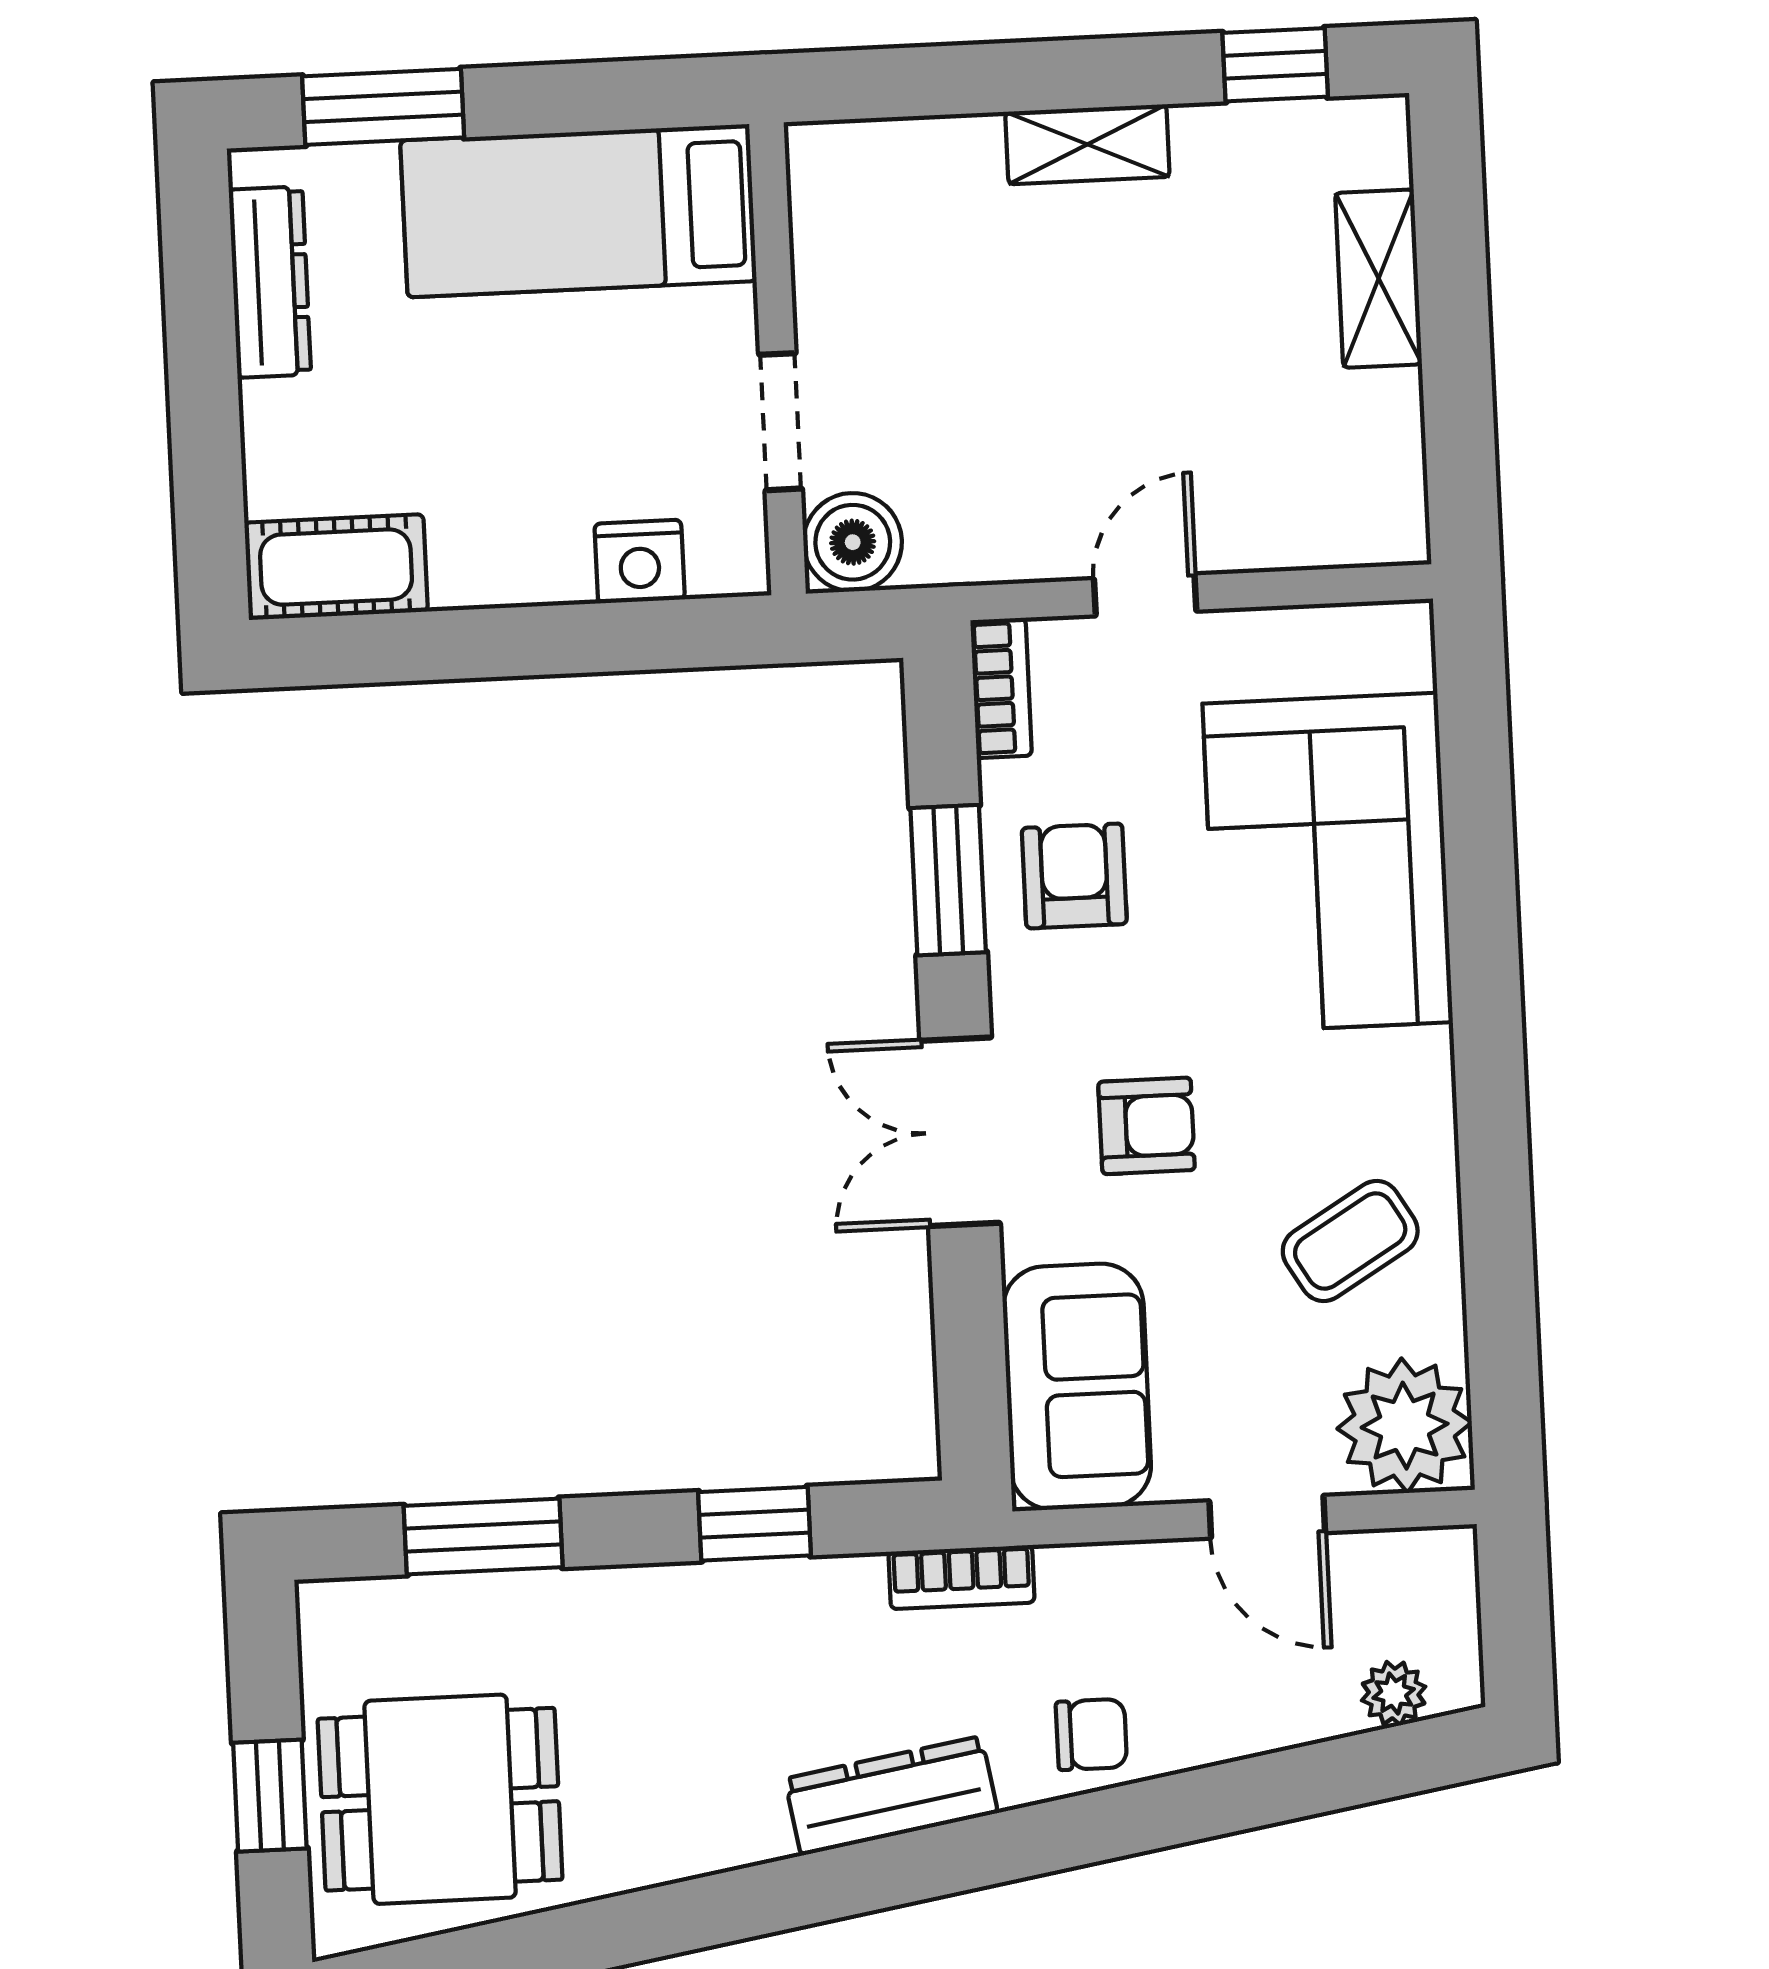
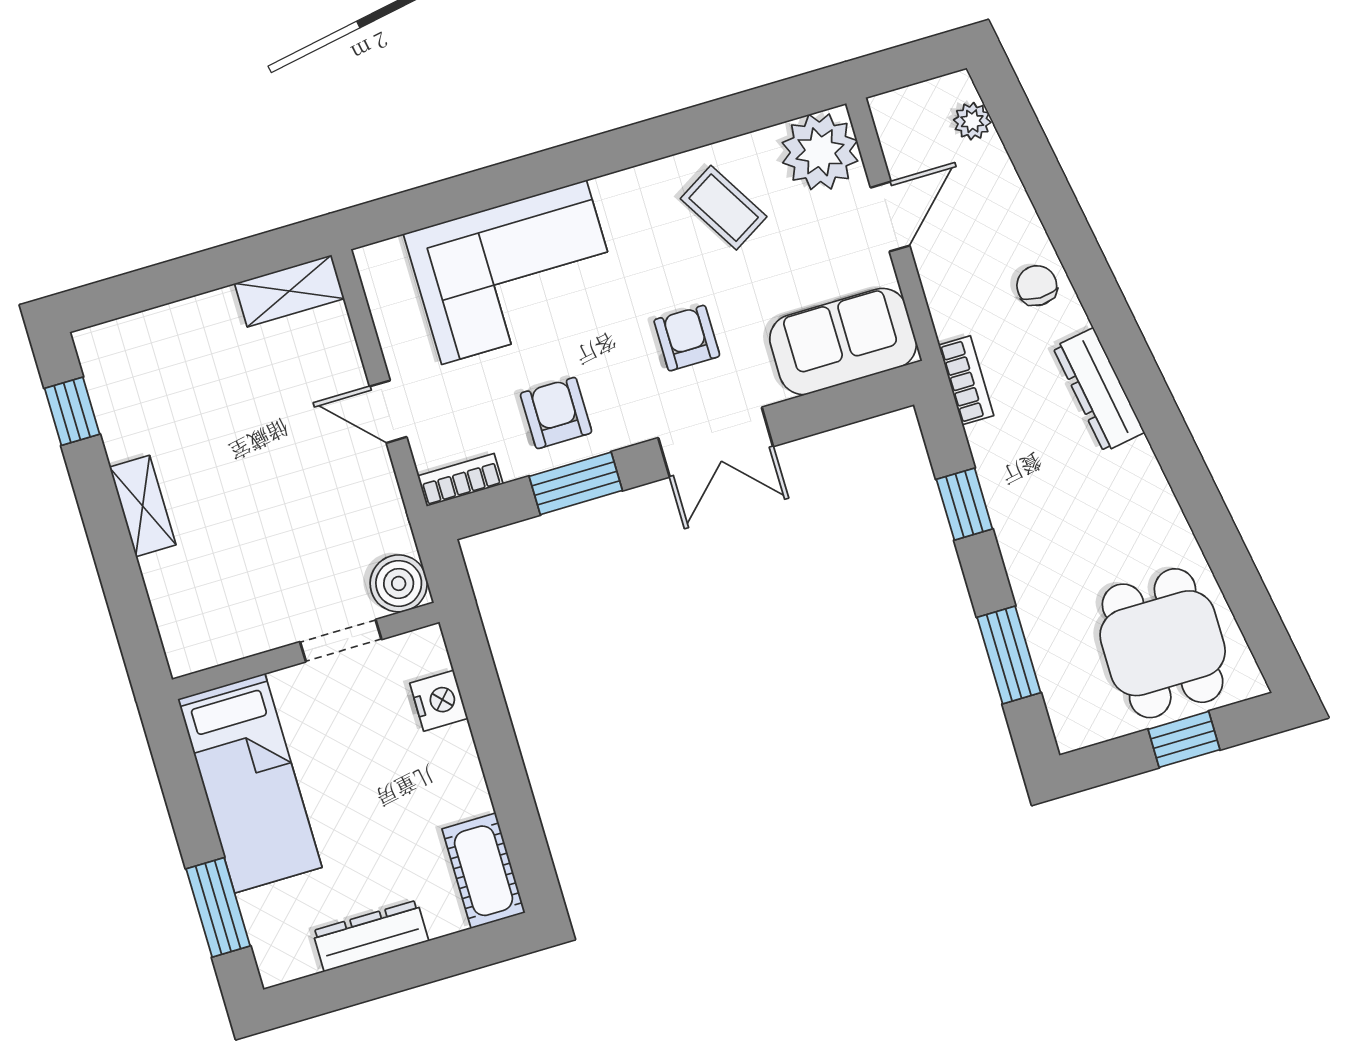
shelving: (1379, 279) -> (289, 291), moved
dresser: (270, 282) -> (371, 936), moved
armchair: (1074, 876) -> (556, 413), turned 90

